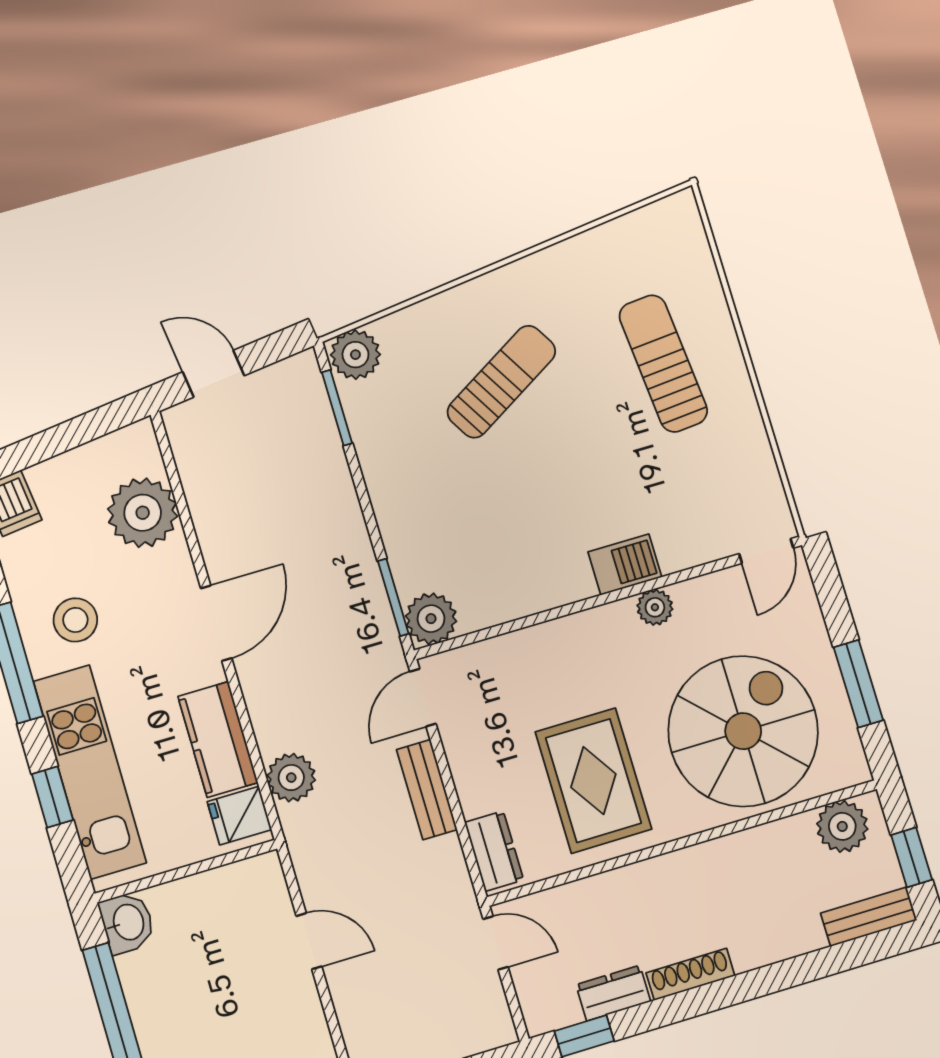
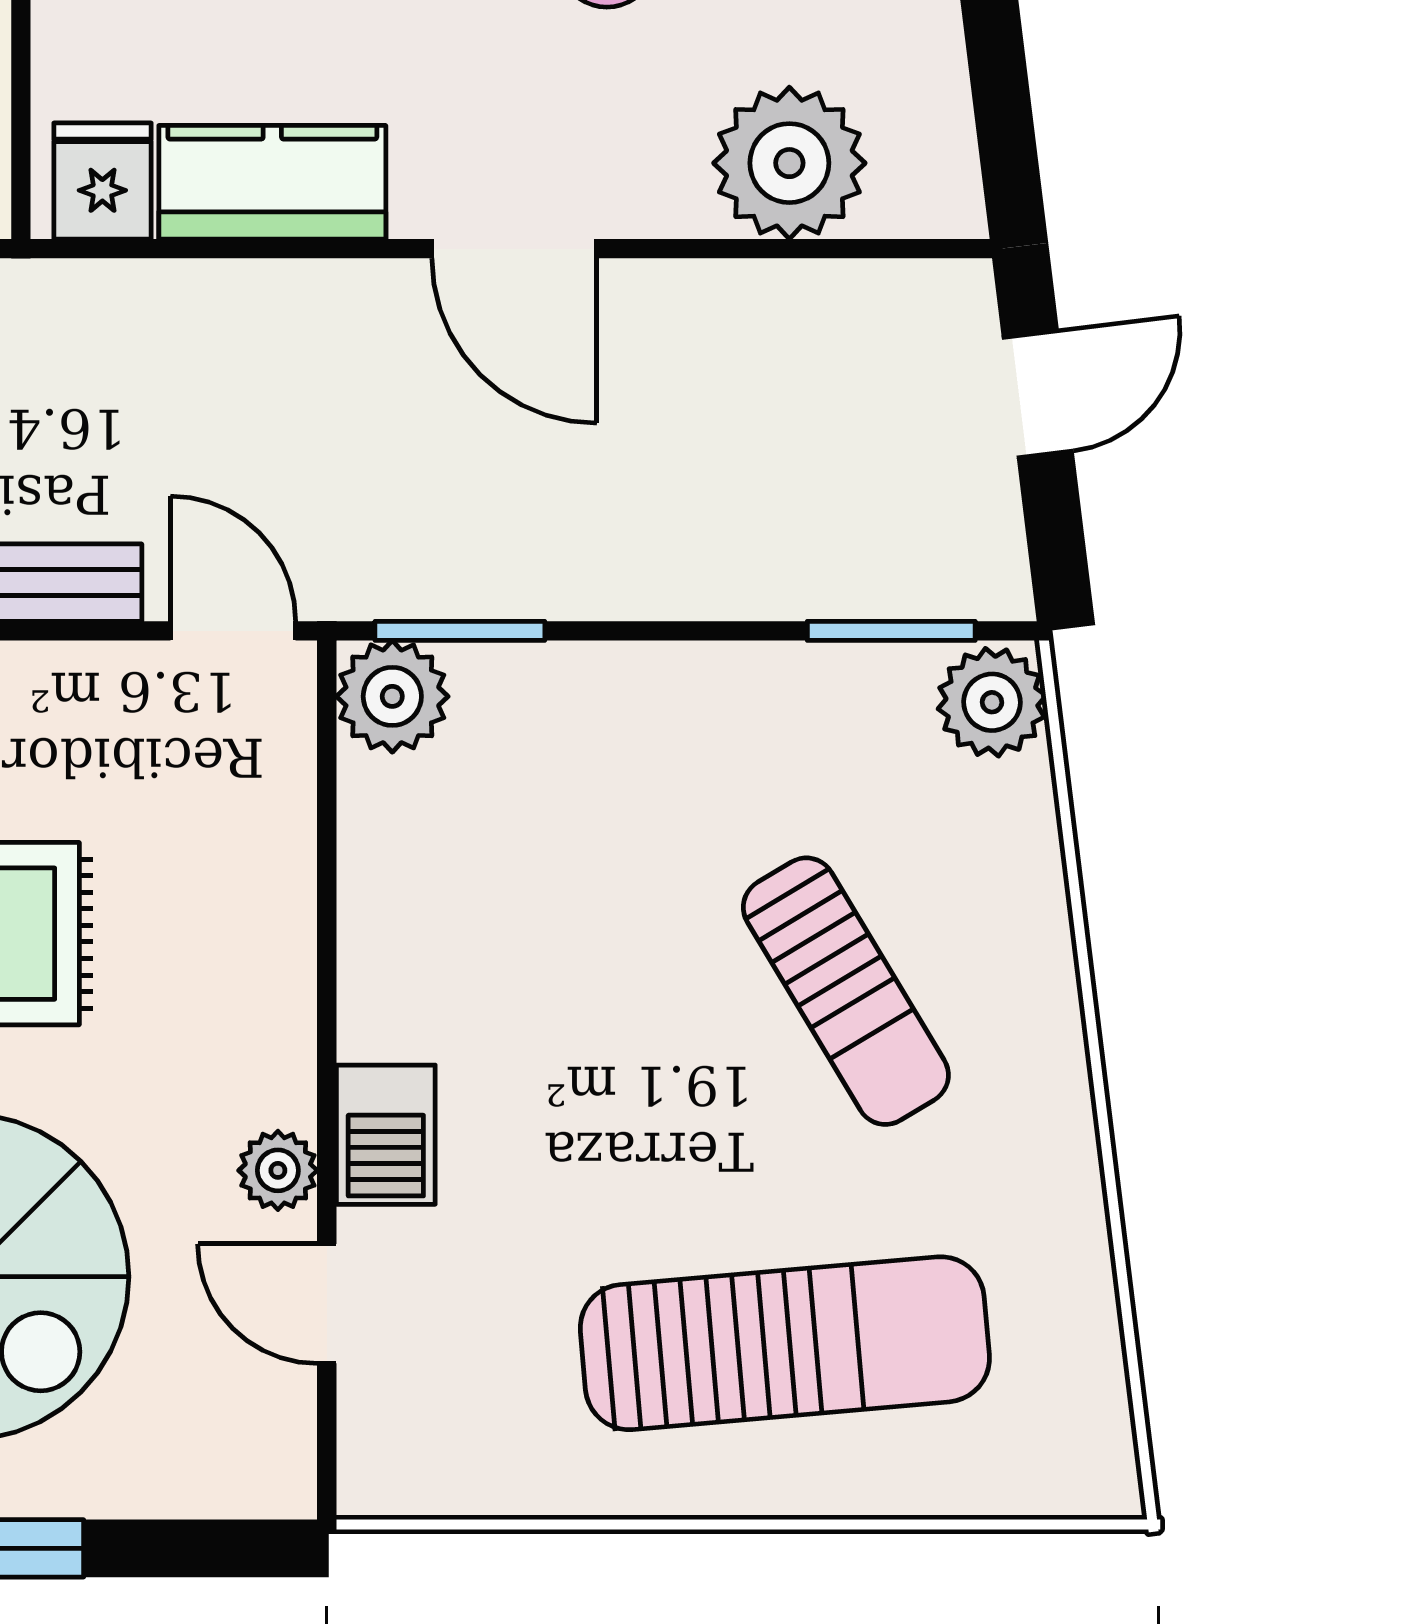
sun lounger: (663, 363) -> (785, 1343), width x1.36, depth x1.34
door: (766, 551) -> (327, 1304), moved
plant: (291, 778) -> (149, 310), removed

